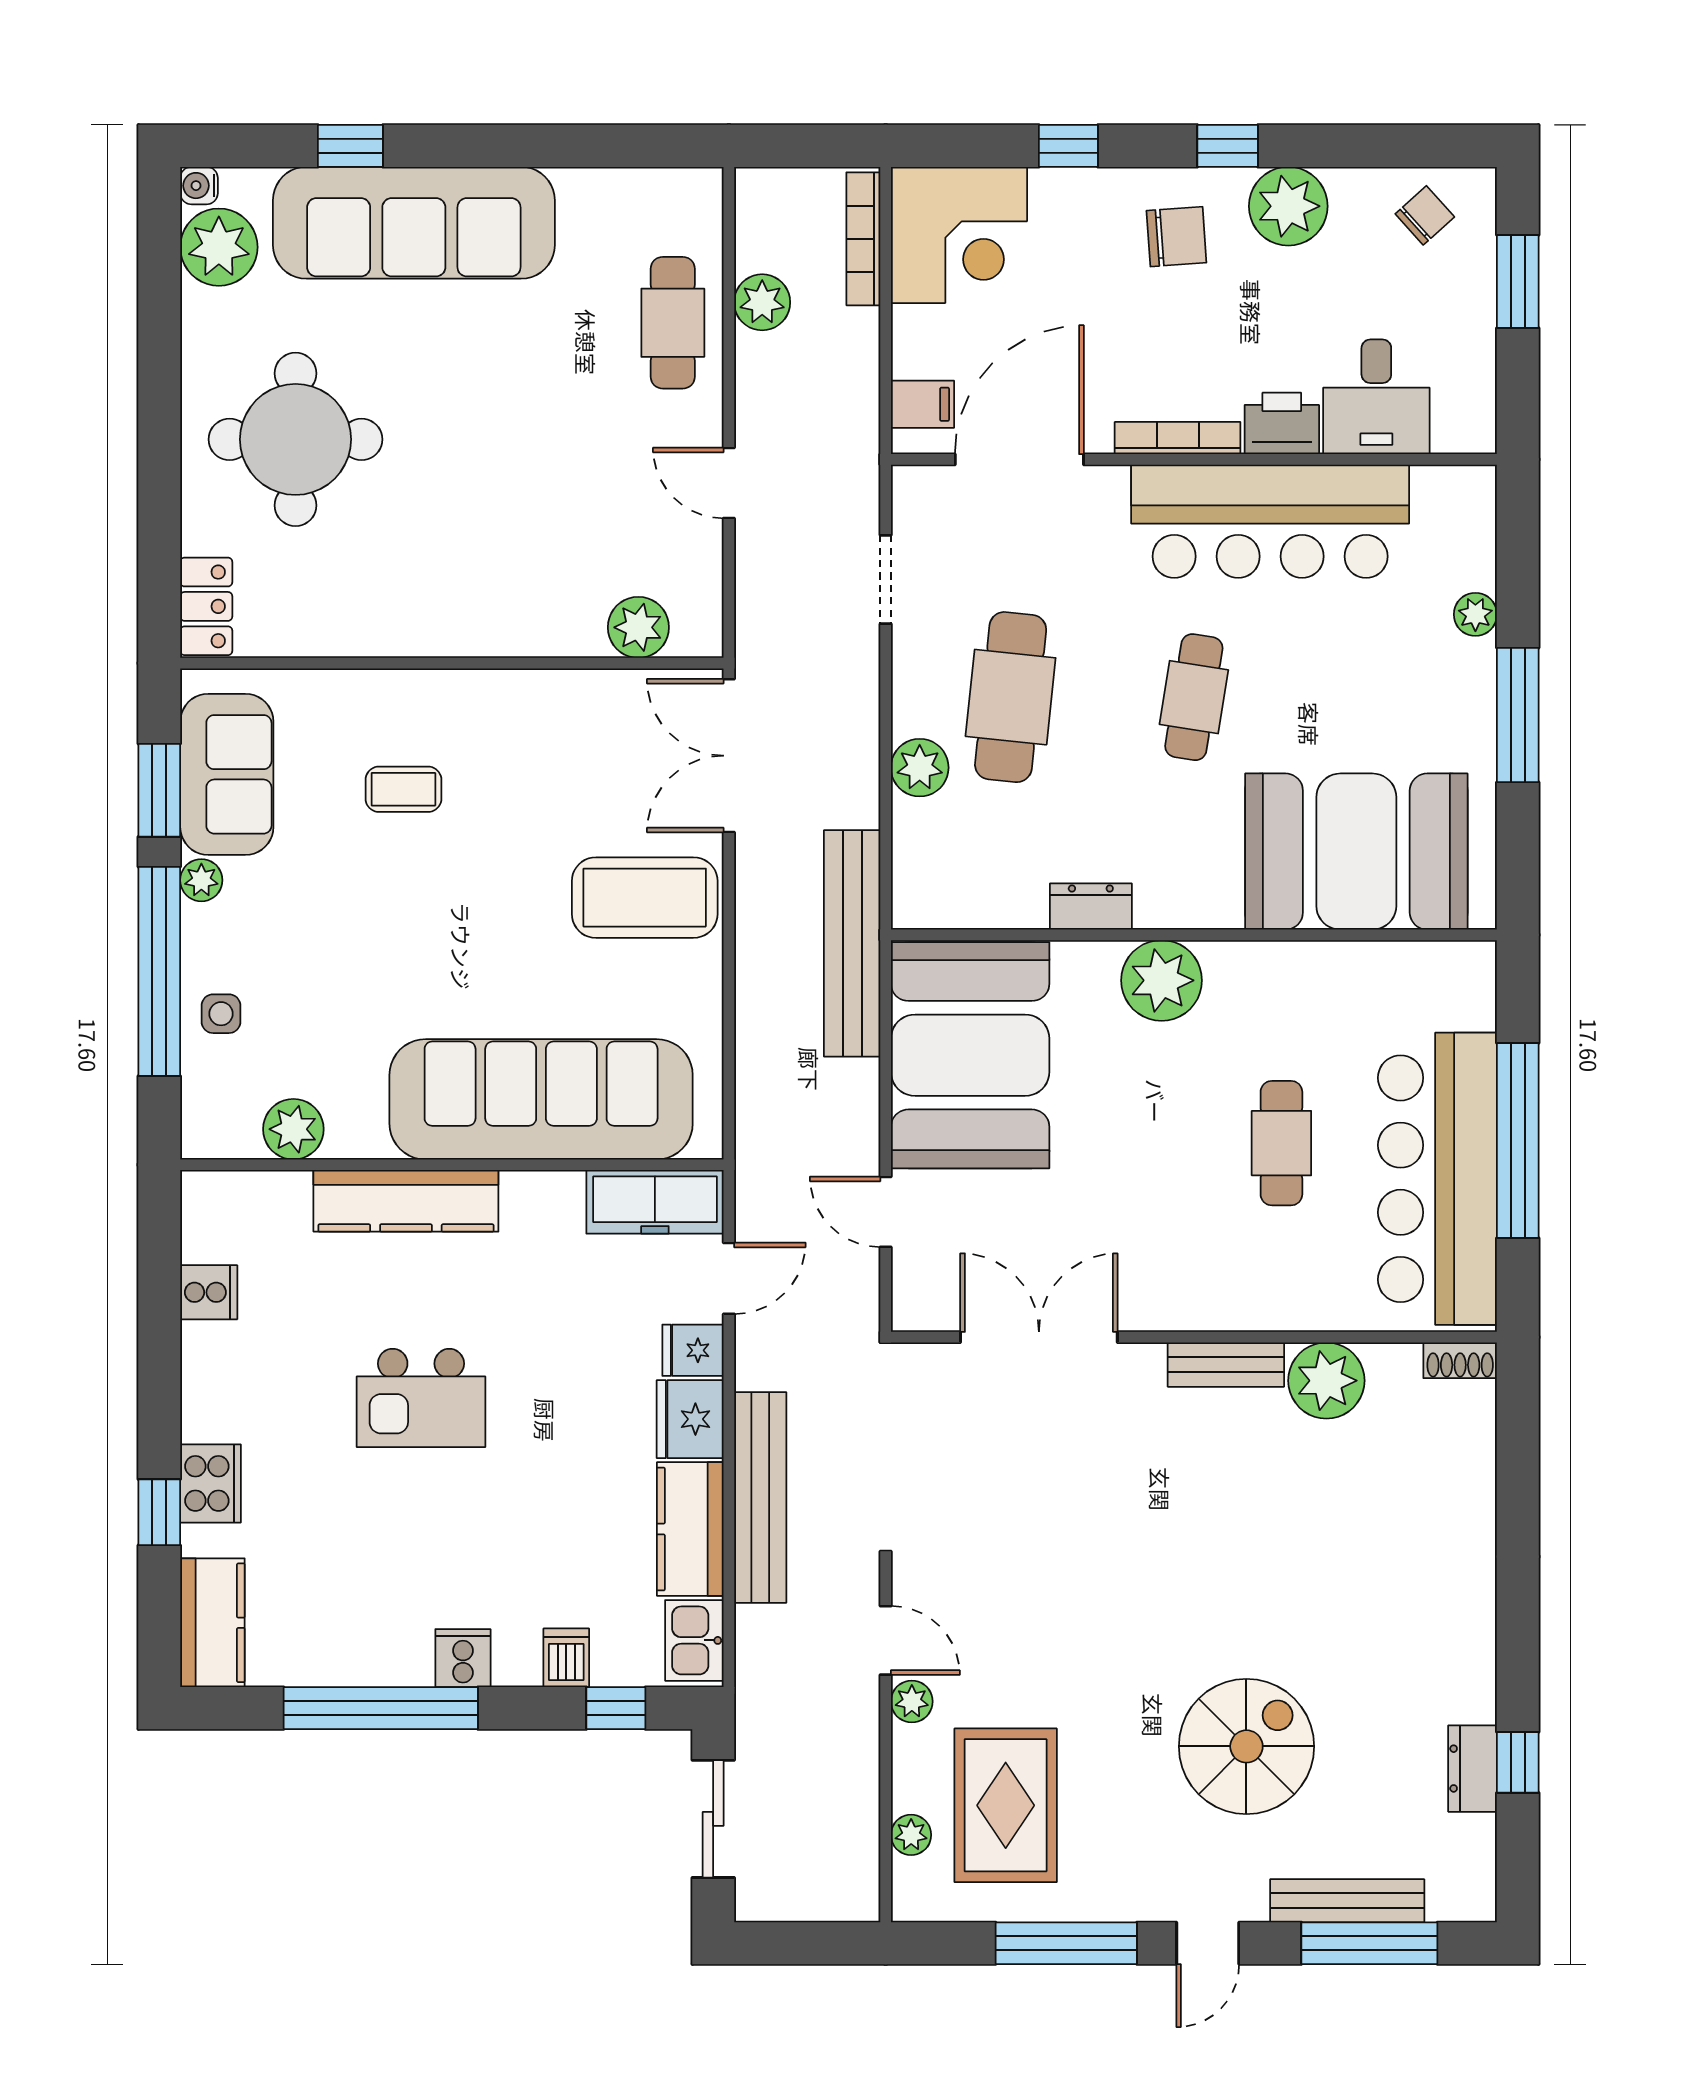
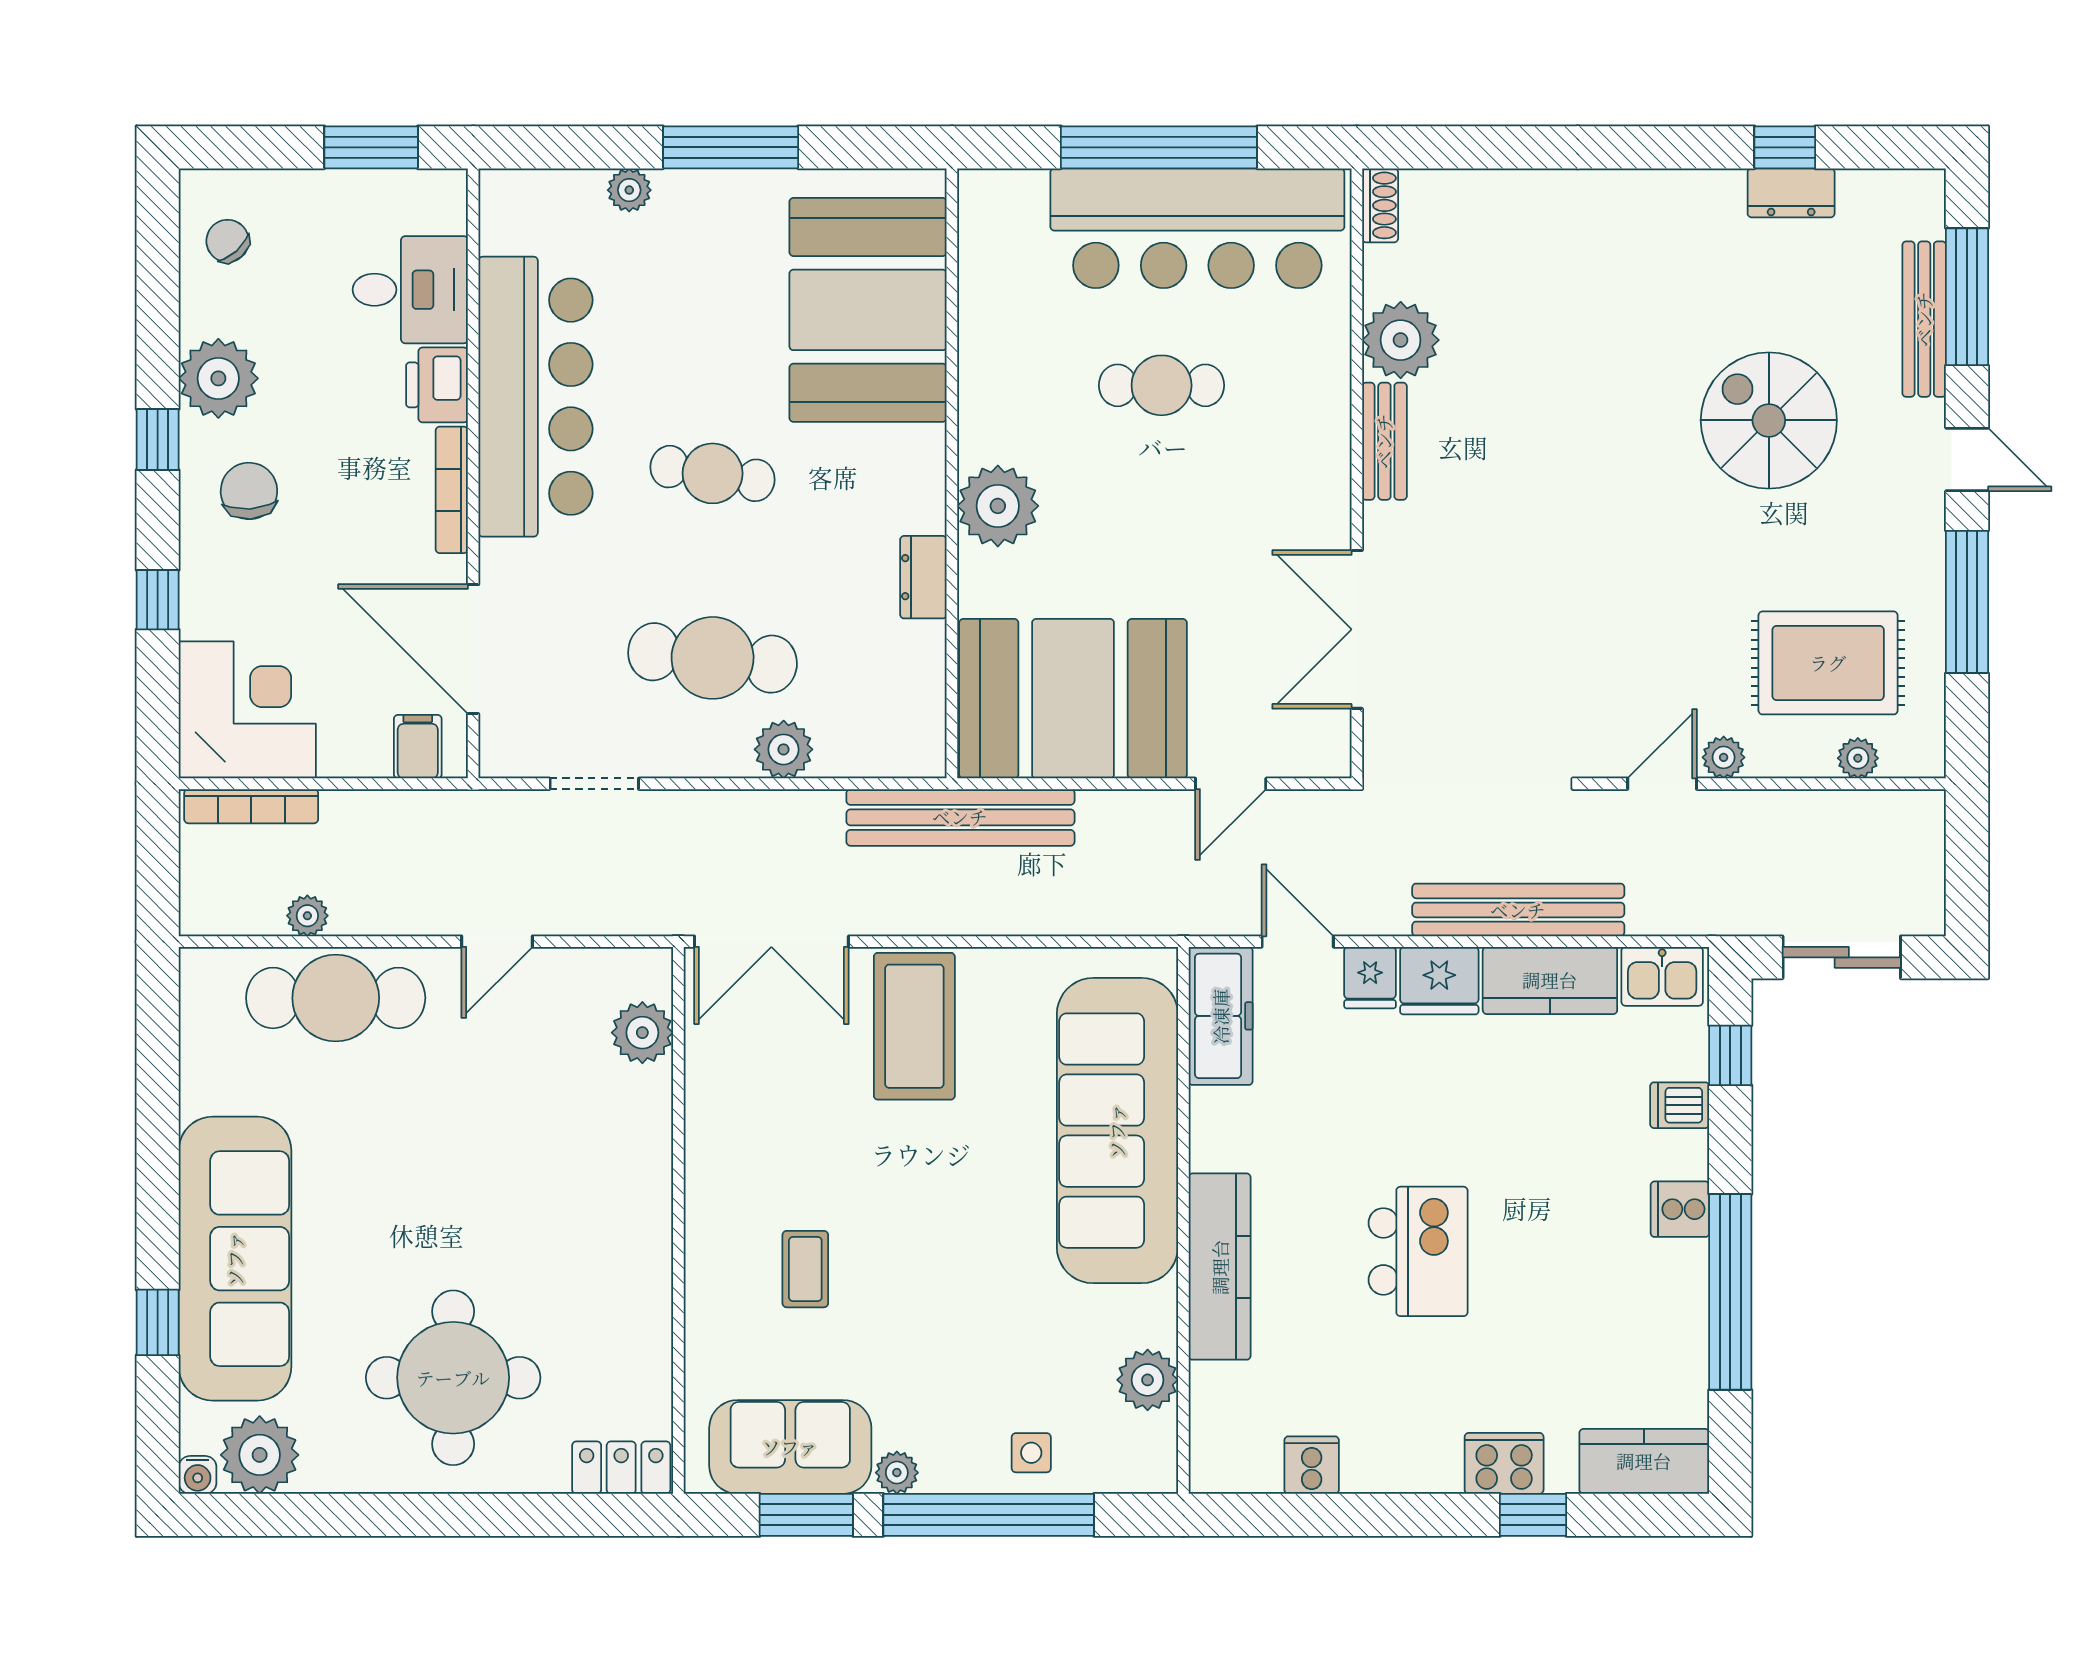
window: (1518, 282) -> (371, 147), moved
plant: (762, 302) -> (307, 916), width x0.73, depth x0.73
cafe table: (673, 323) -> (336, 998), width x1.37, depth x1.35

